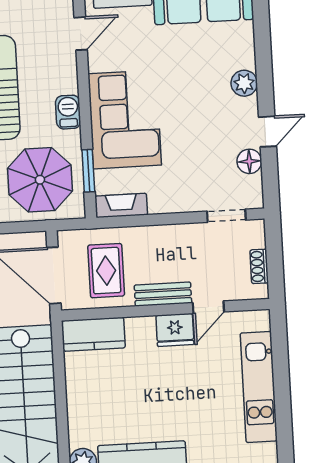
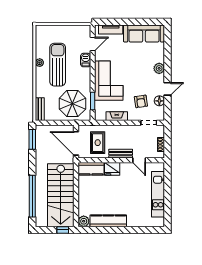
barbecue: (68, 112) -> (86, 60), moved
armchair: (205, 165) -> (141, 101), added
fireplace: (121, 205) -> (117, 116), moved
door: (208, 307) -> (139, 160), hinge flipped
fridge: (175, 330) -> (112, 169), moved

